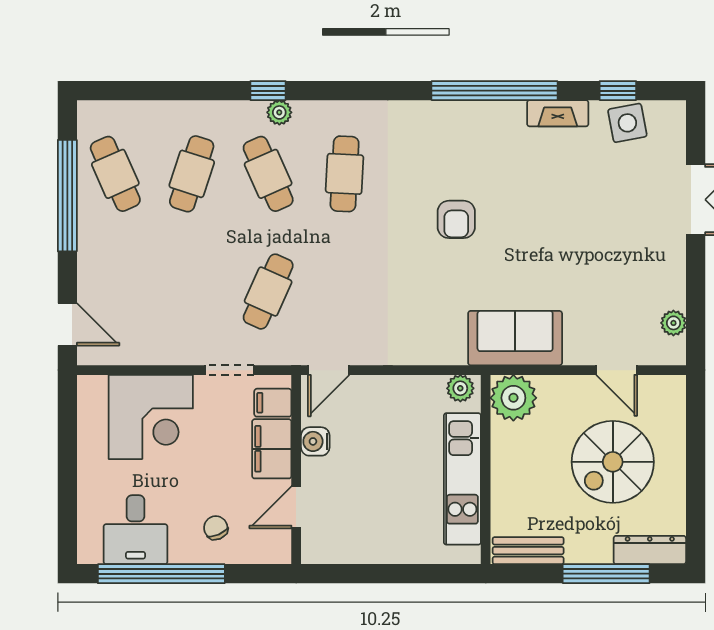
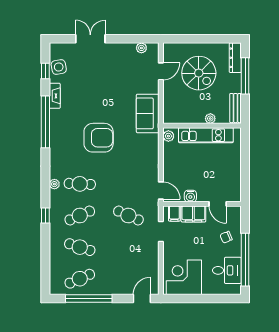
plant: (279, 112) -> (54, 184), moved
armchair: (456, 219) -> (99, 138), width x1.88, depth x1.88
plant: (513, 398) -> (210, 119), moved, width x0.53, depth x0.53
corner desk: (151, 417) -> (184, 277), moved, turned -90

